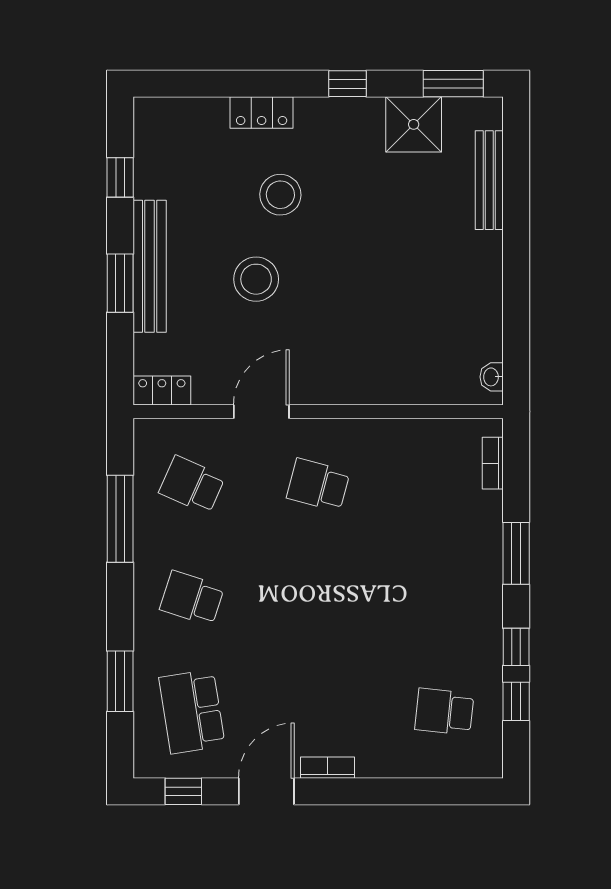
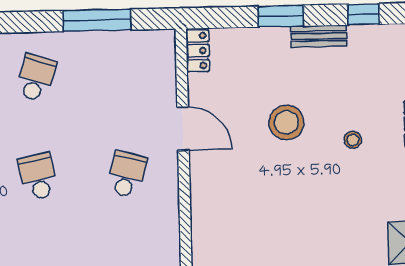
stool: (280, 195) -> (353, 140), width x0.53, depth x0.53
bench: (150, 266) -> (318, 36), width x0.54, depth x0.82
school desk: (192, 485) -> (38, 176), moved, turned -36

